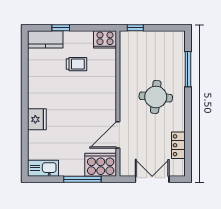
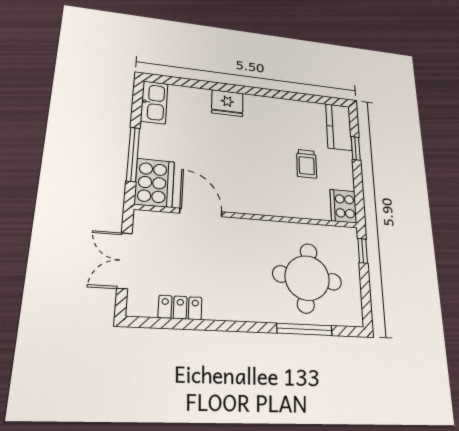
round table: (156, 97) -> (307, 278), moved, width x1.36, depth x1.36
double door: (152, 179) -> (124, 261), swing flipped

